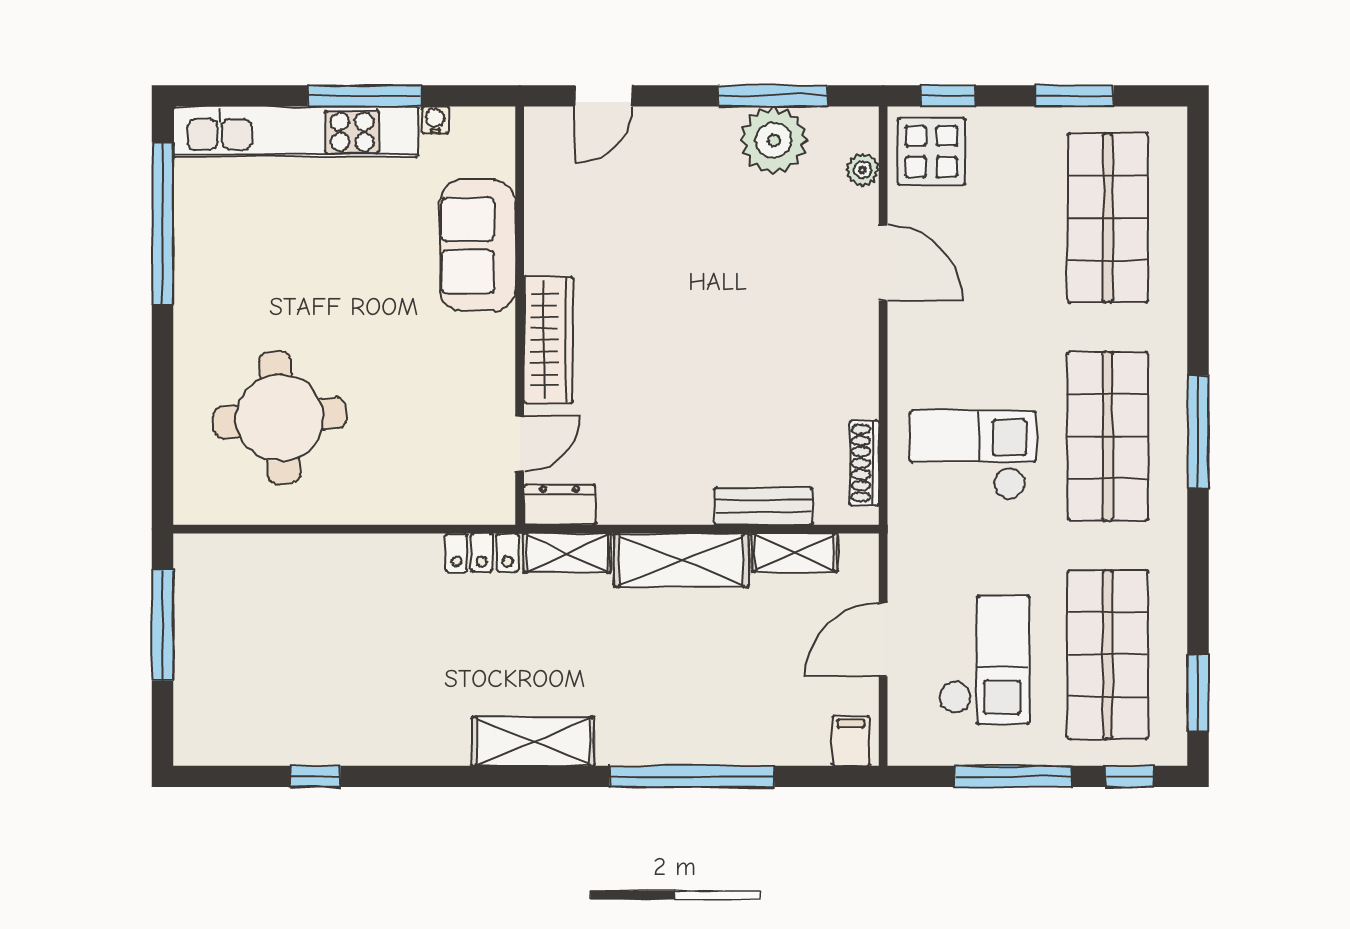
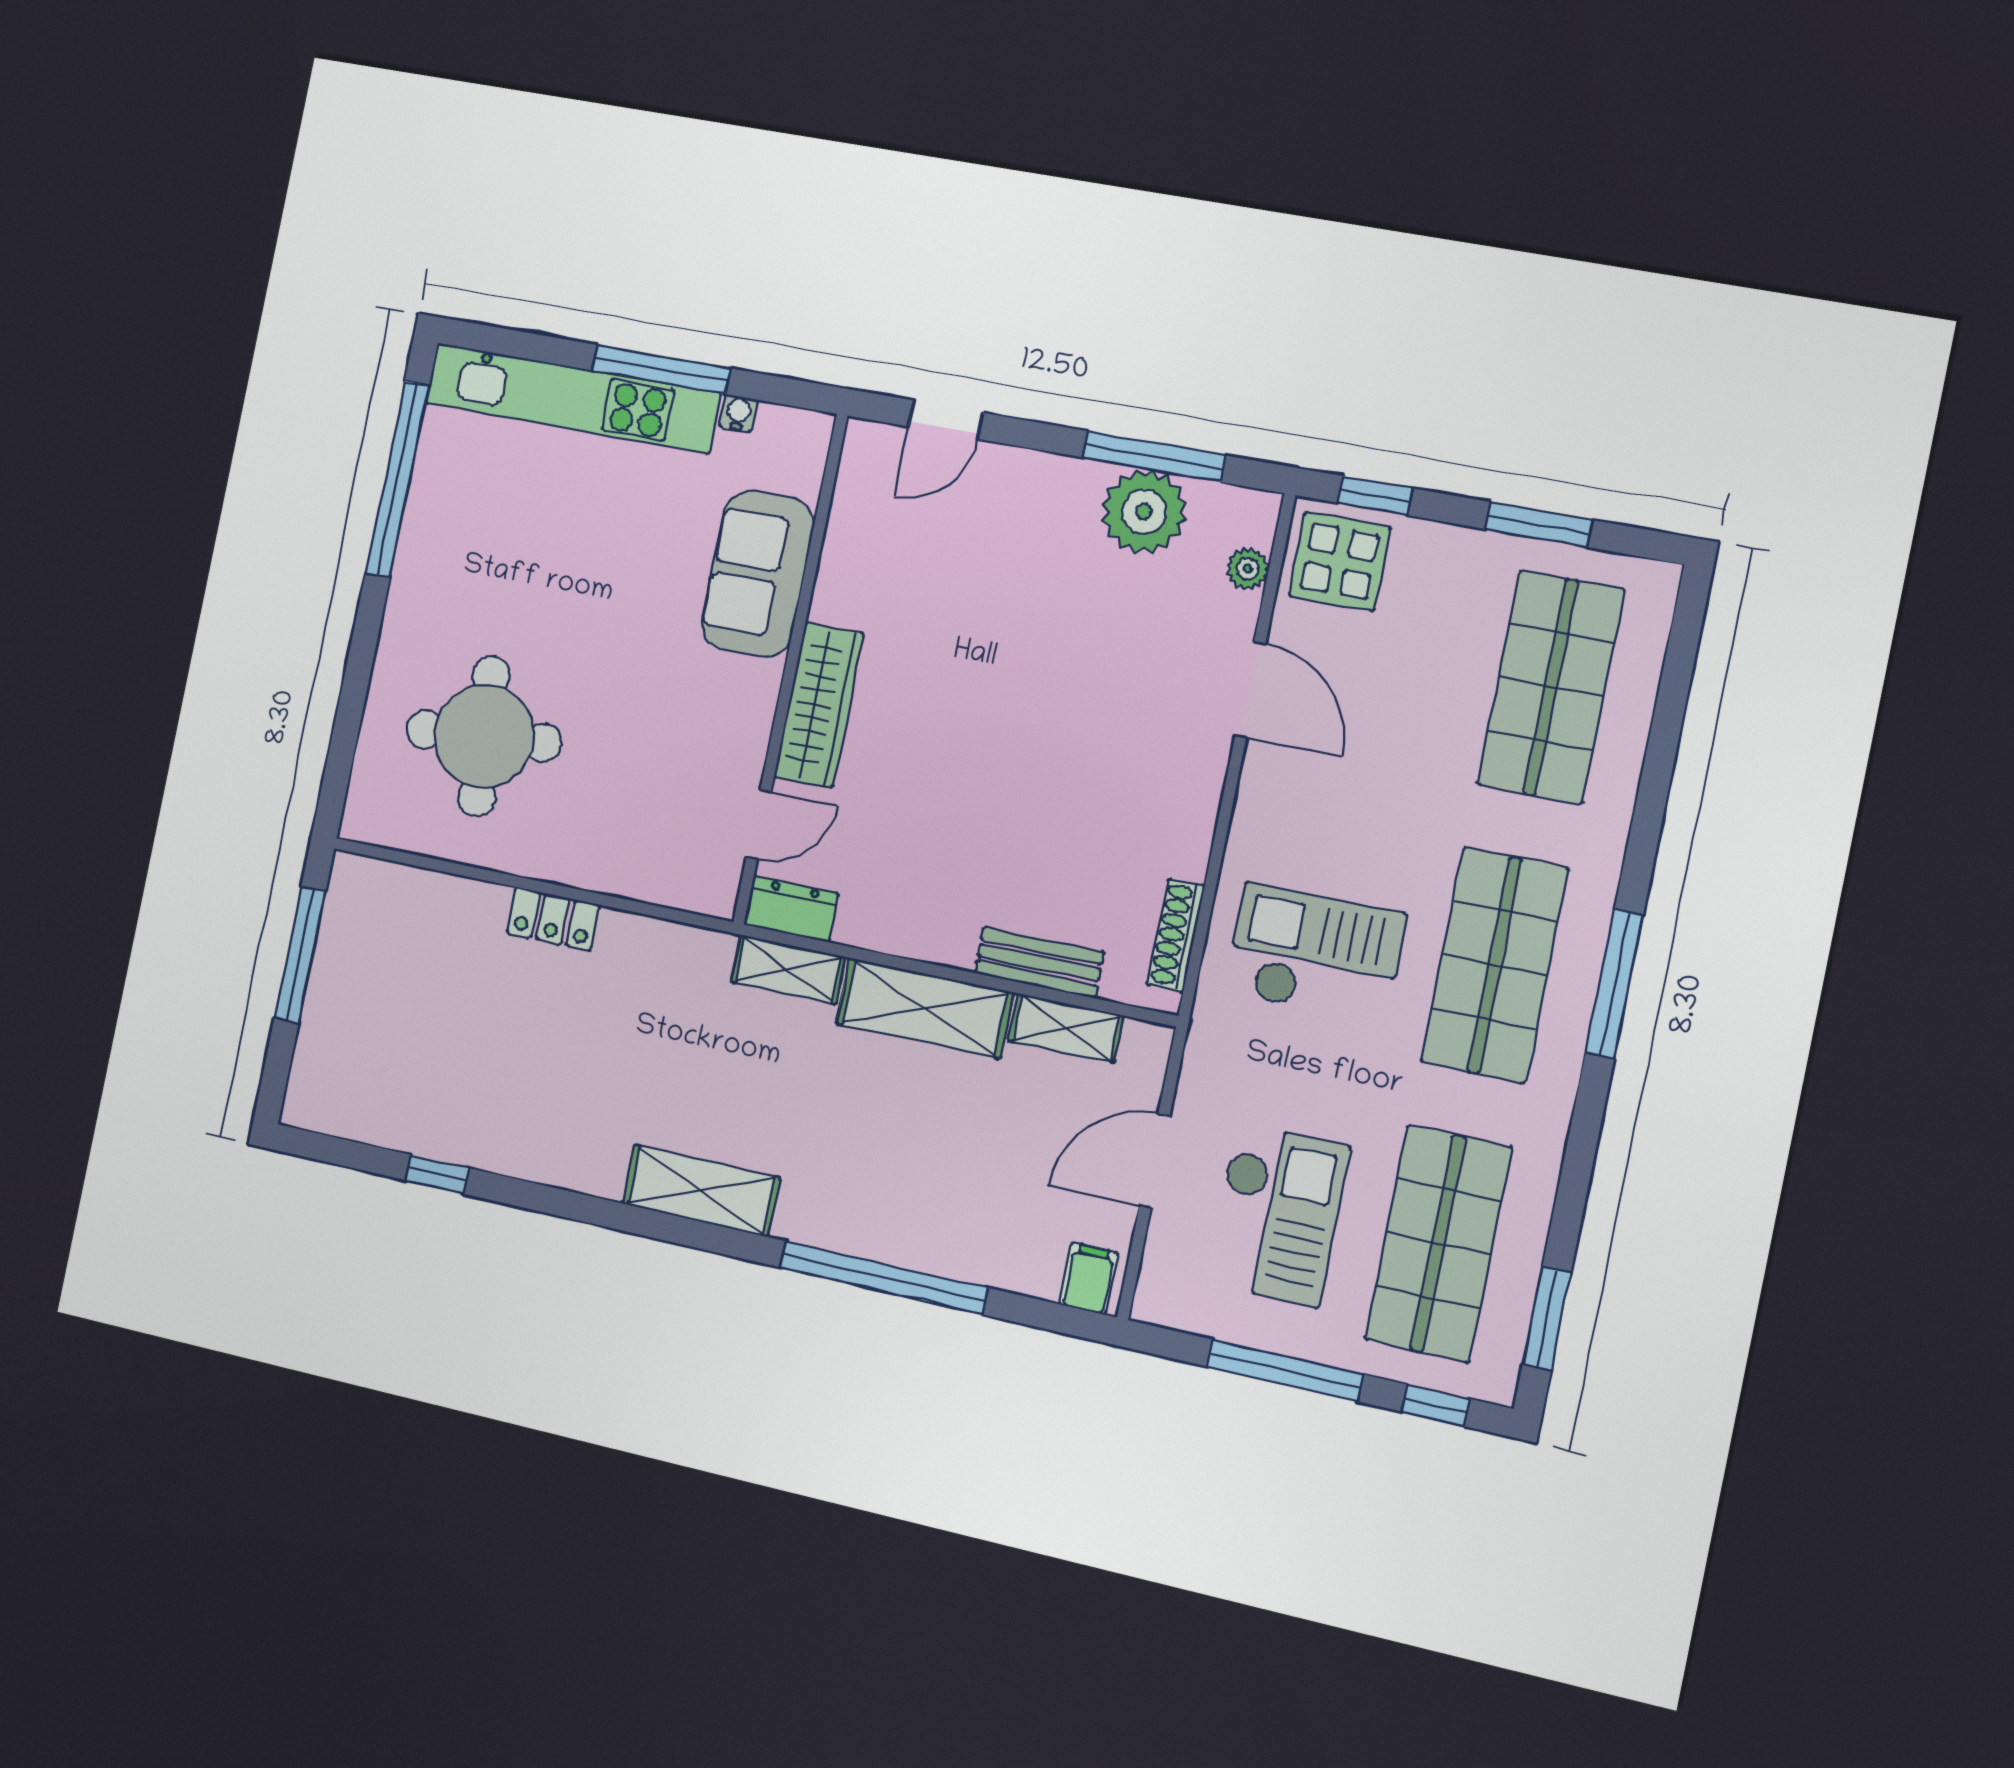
locker: (482, 553) -> (553, 919), moved

